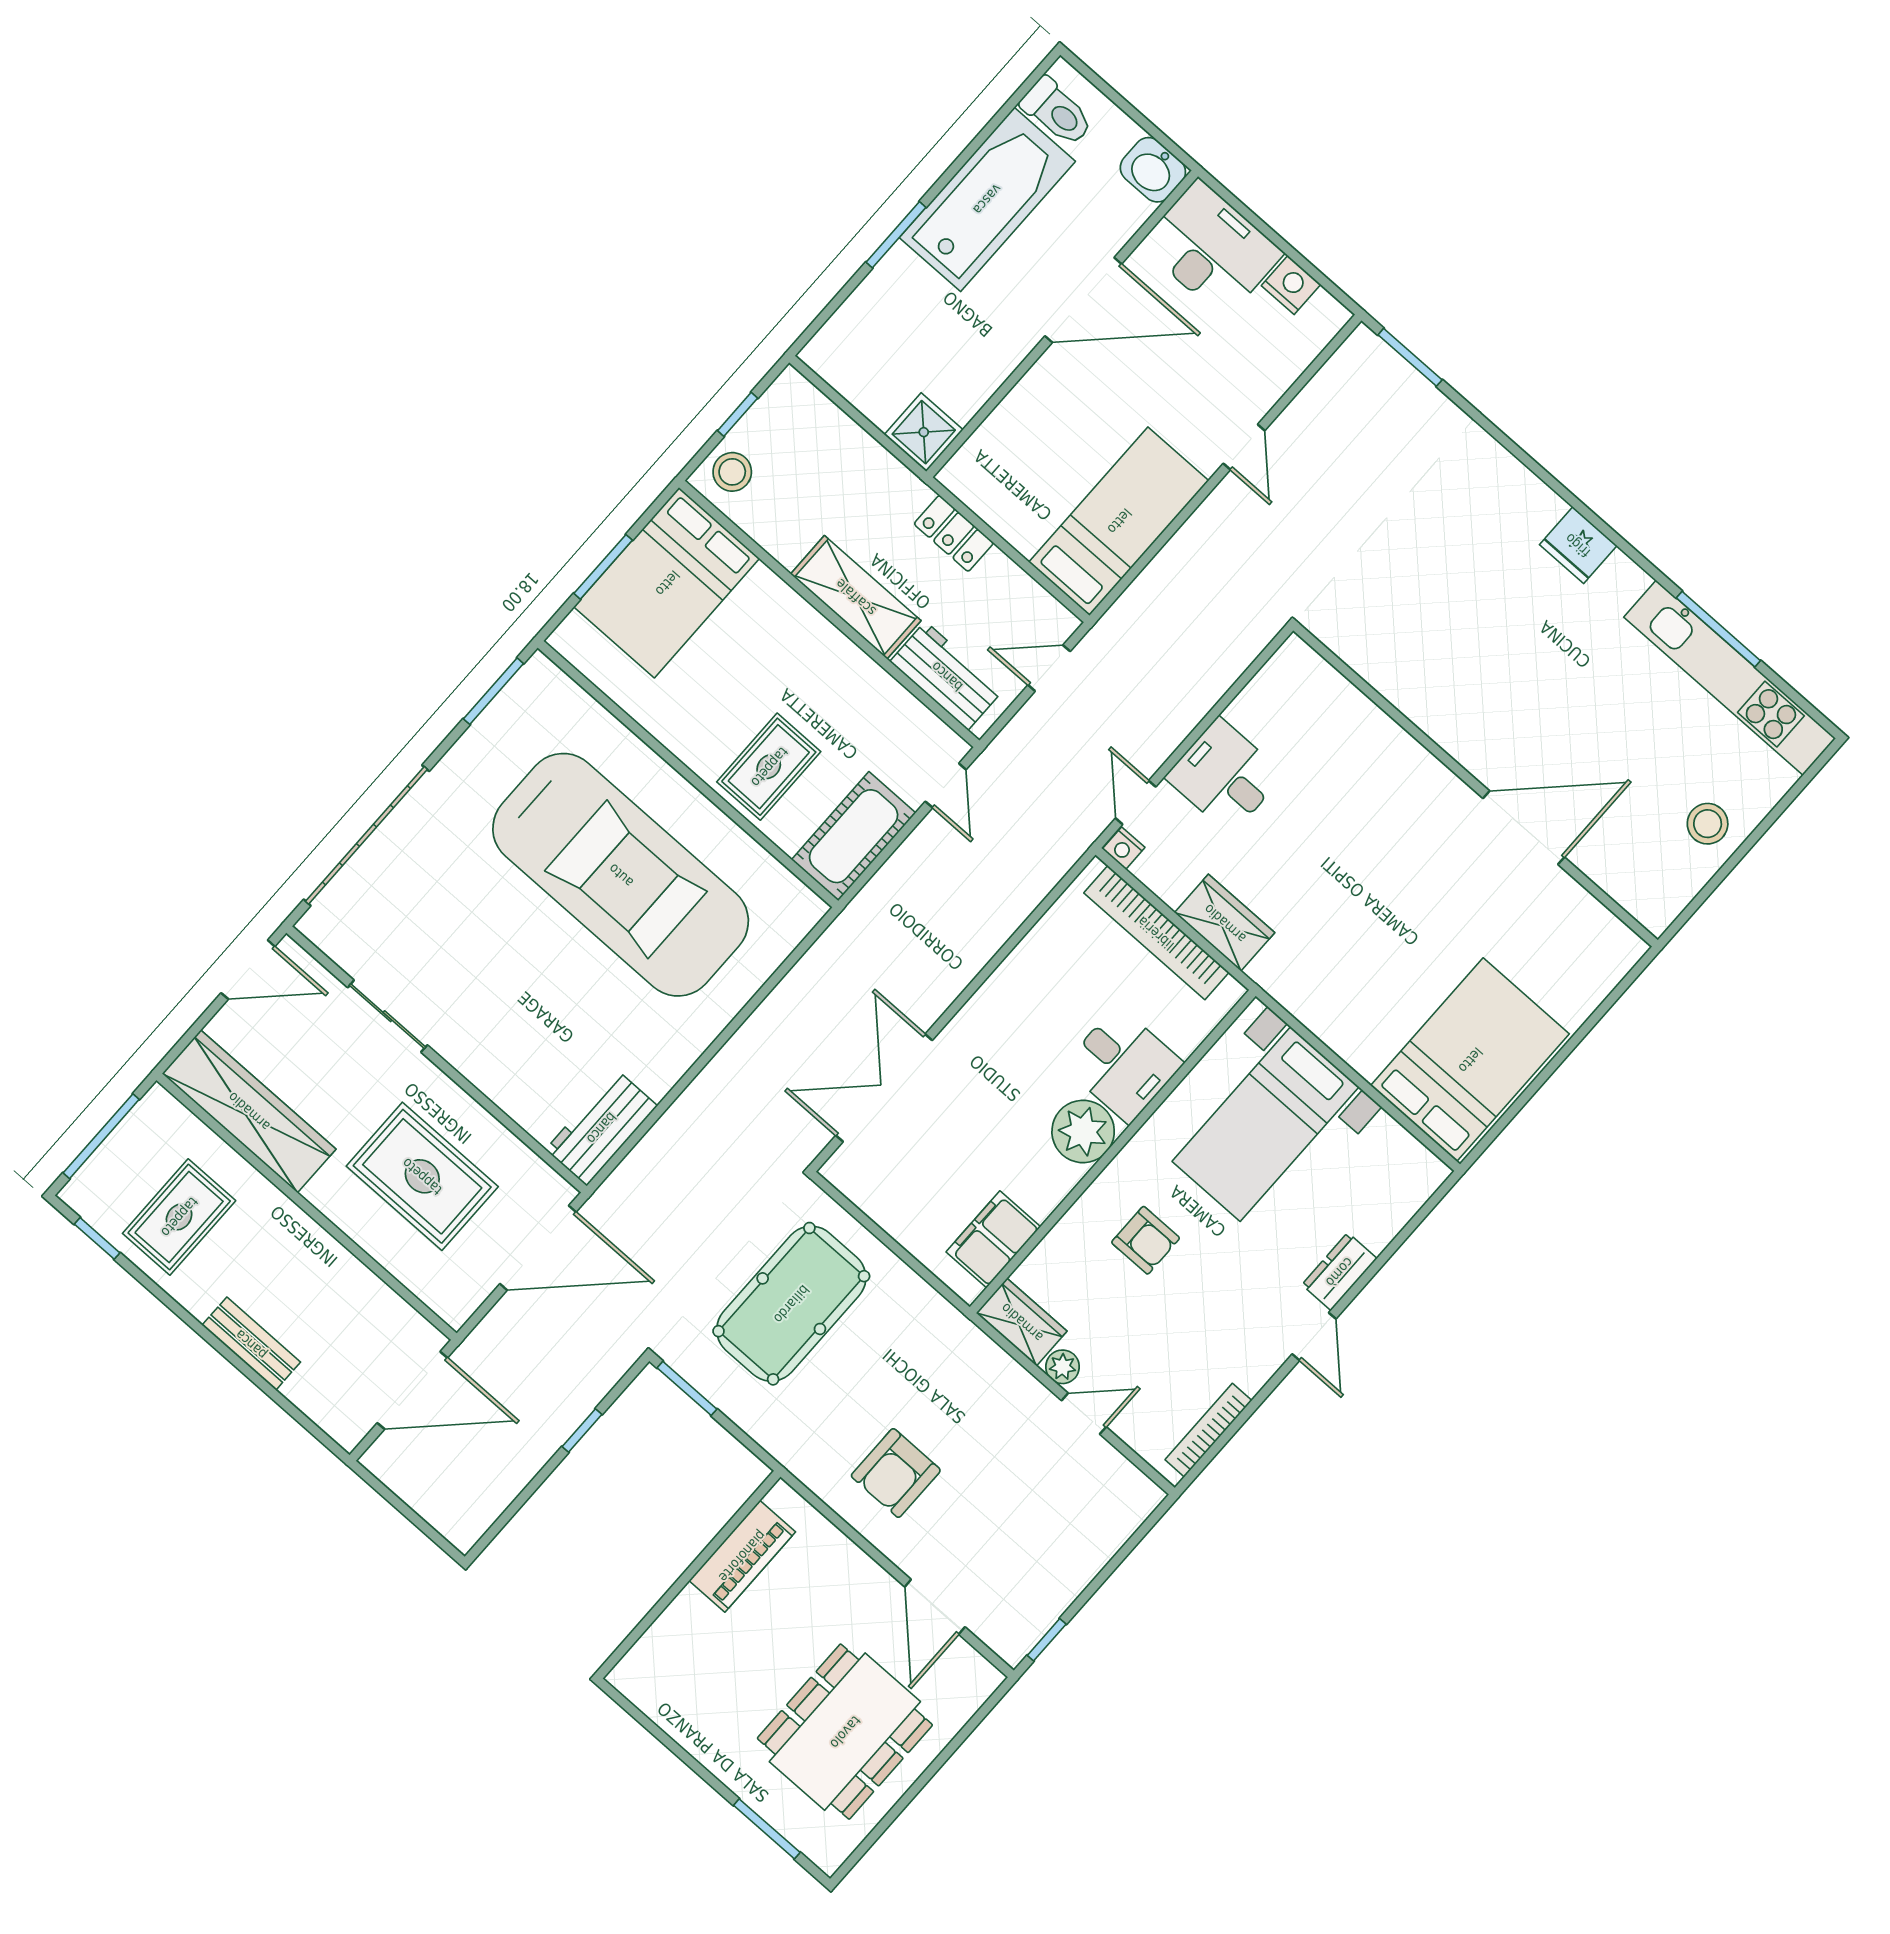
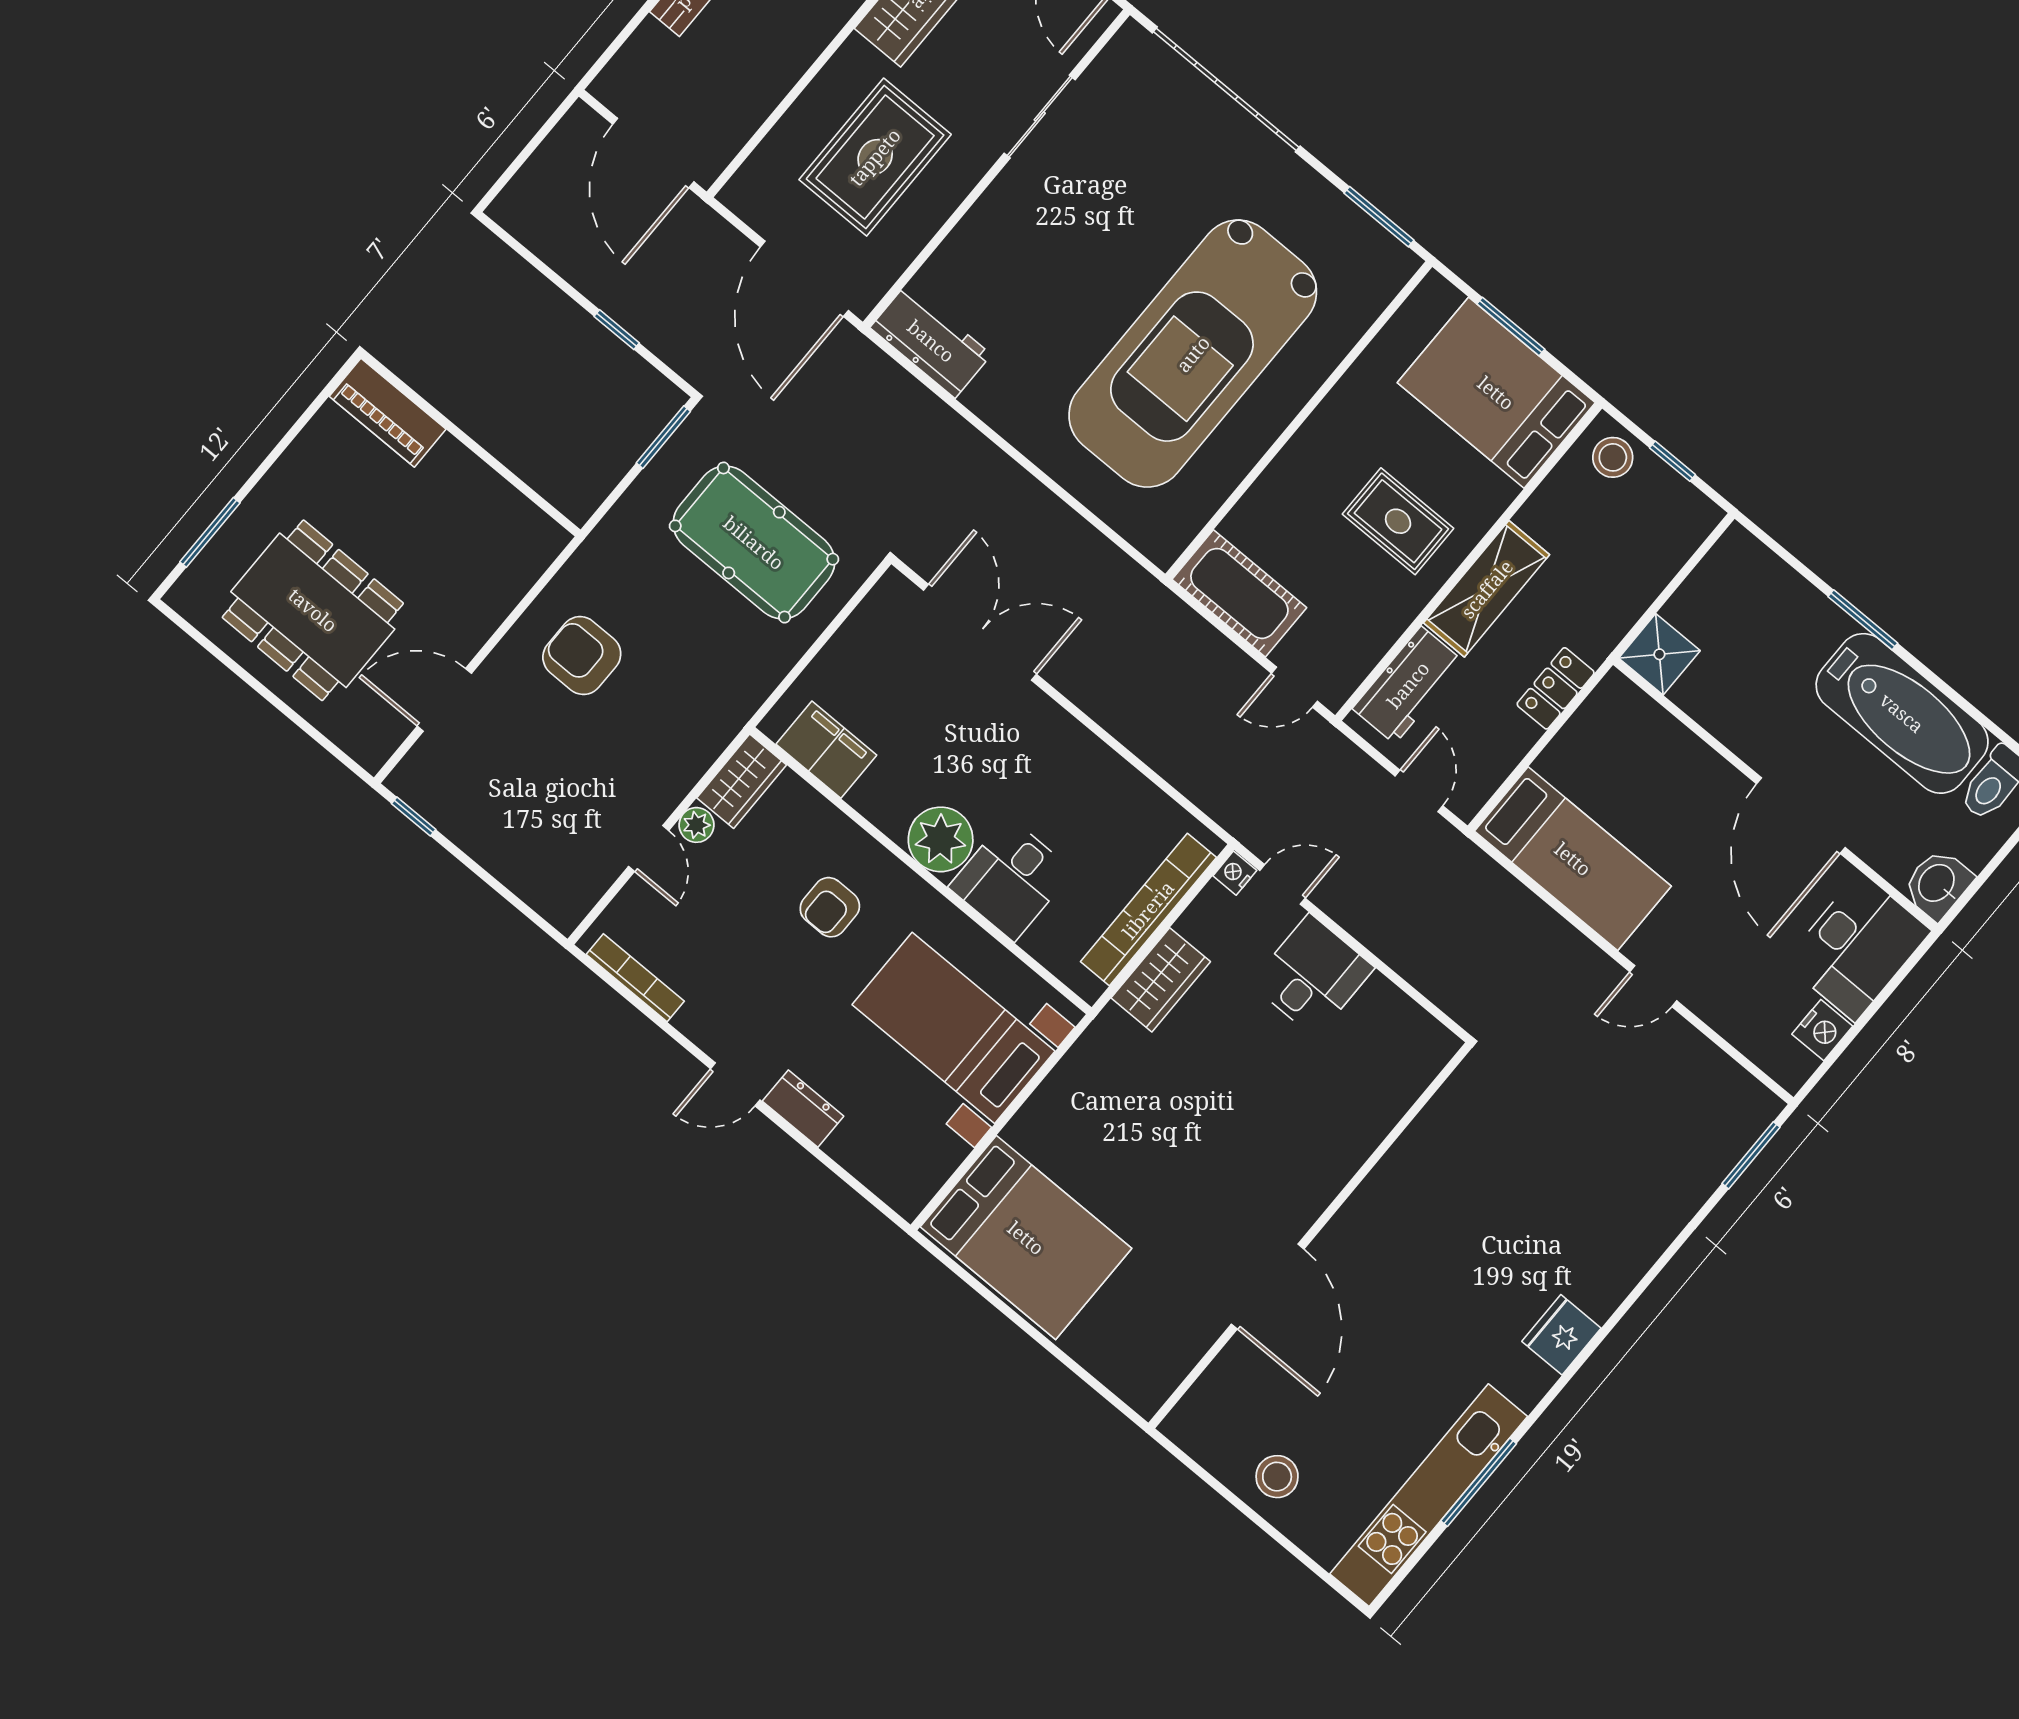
rug: (769, 767) -> (1398, 521), moved
piano: (742, 1556) -> (388, 413), moved

